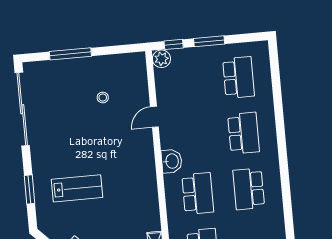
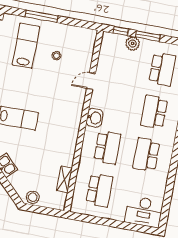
plant: (161, 59) -> (133, 44), moved
lab bench: (61, 96) -> (26, 46), added
school desk: (244, 133) -> (154, 112), turned 180

